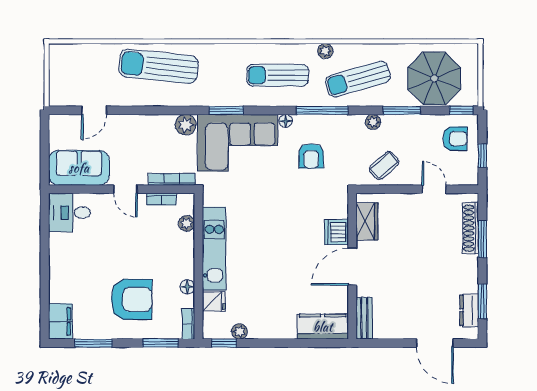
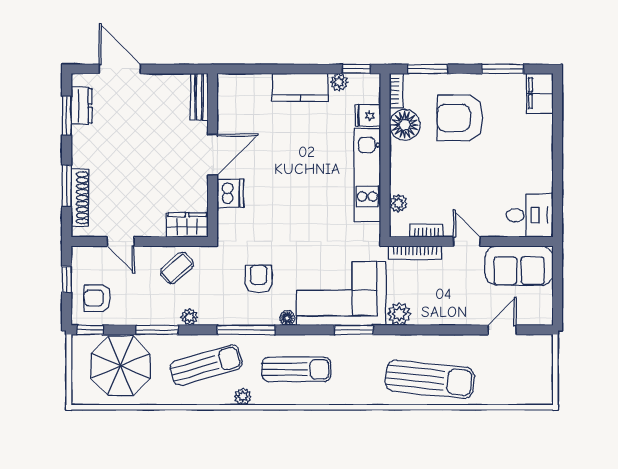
wardrobe: (367, 221) -> (187, 225), moved, turned 90
floor lamp: (187, 287) -> (405, 125), width x1.89, depth x1.89
kitchen counter: (323, 327) -> (300, 87), moved

